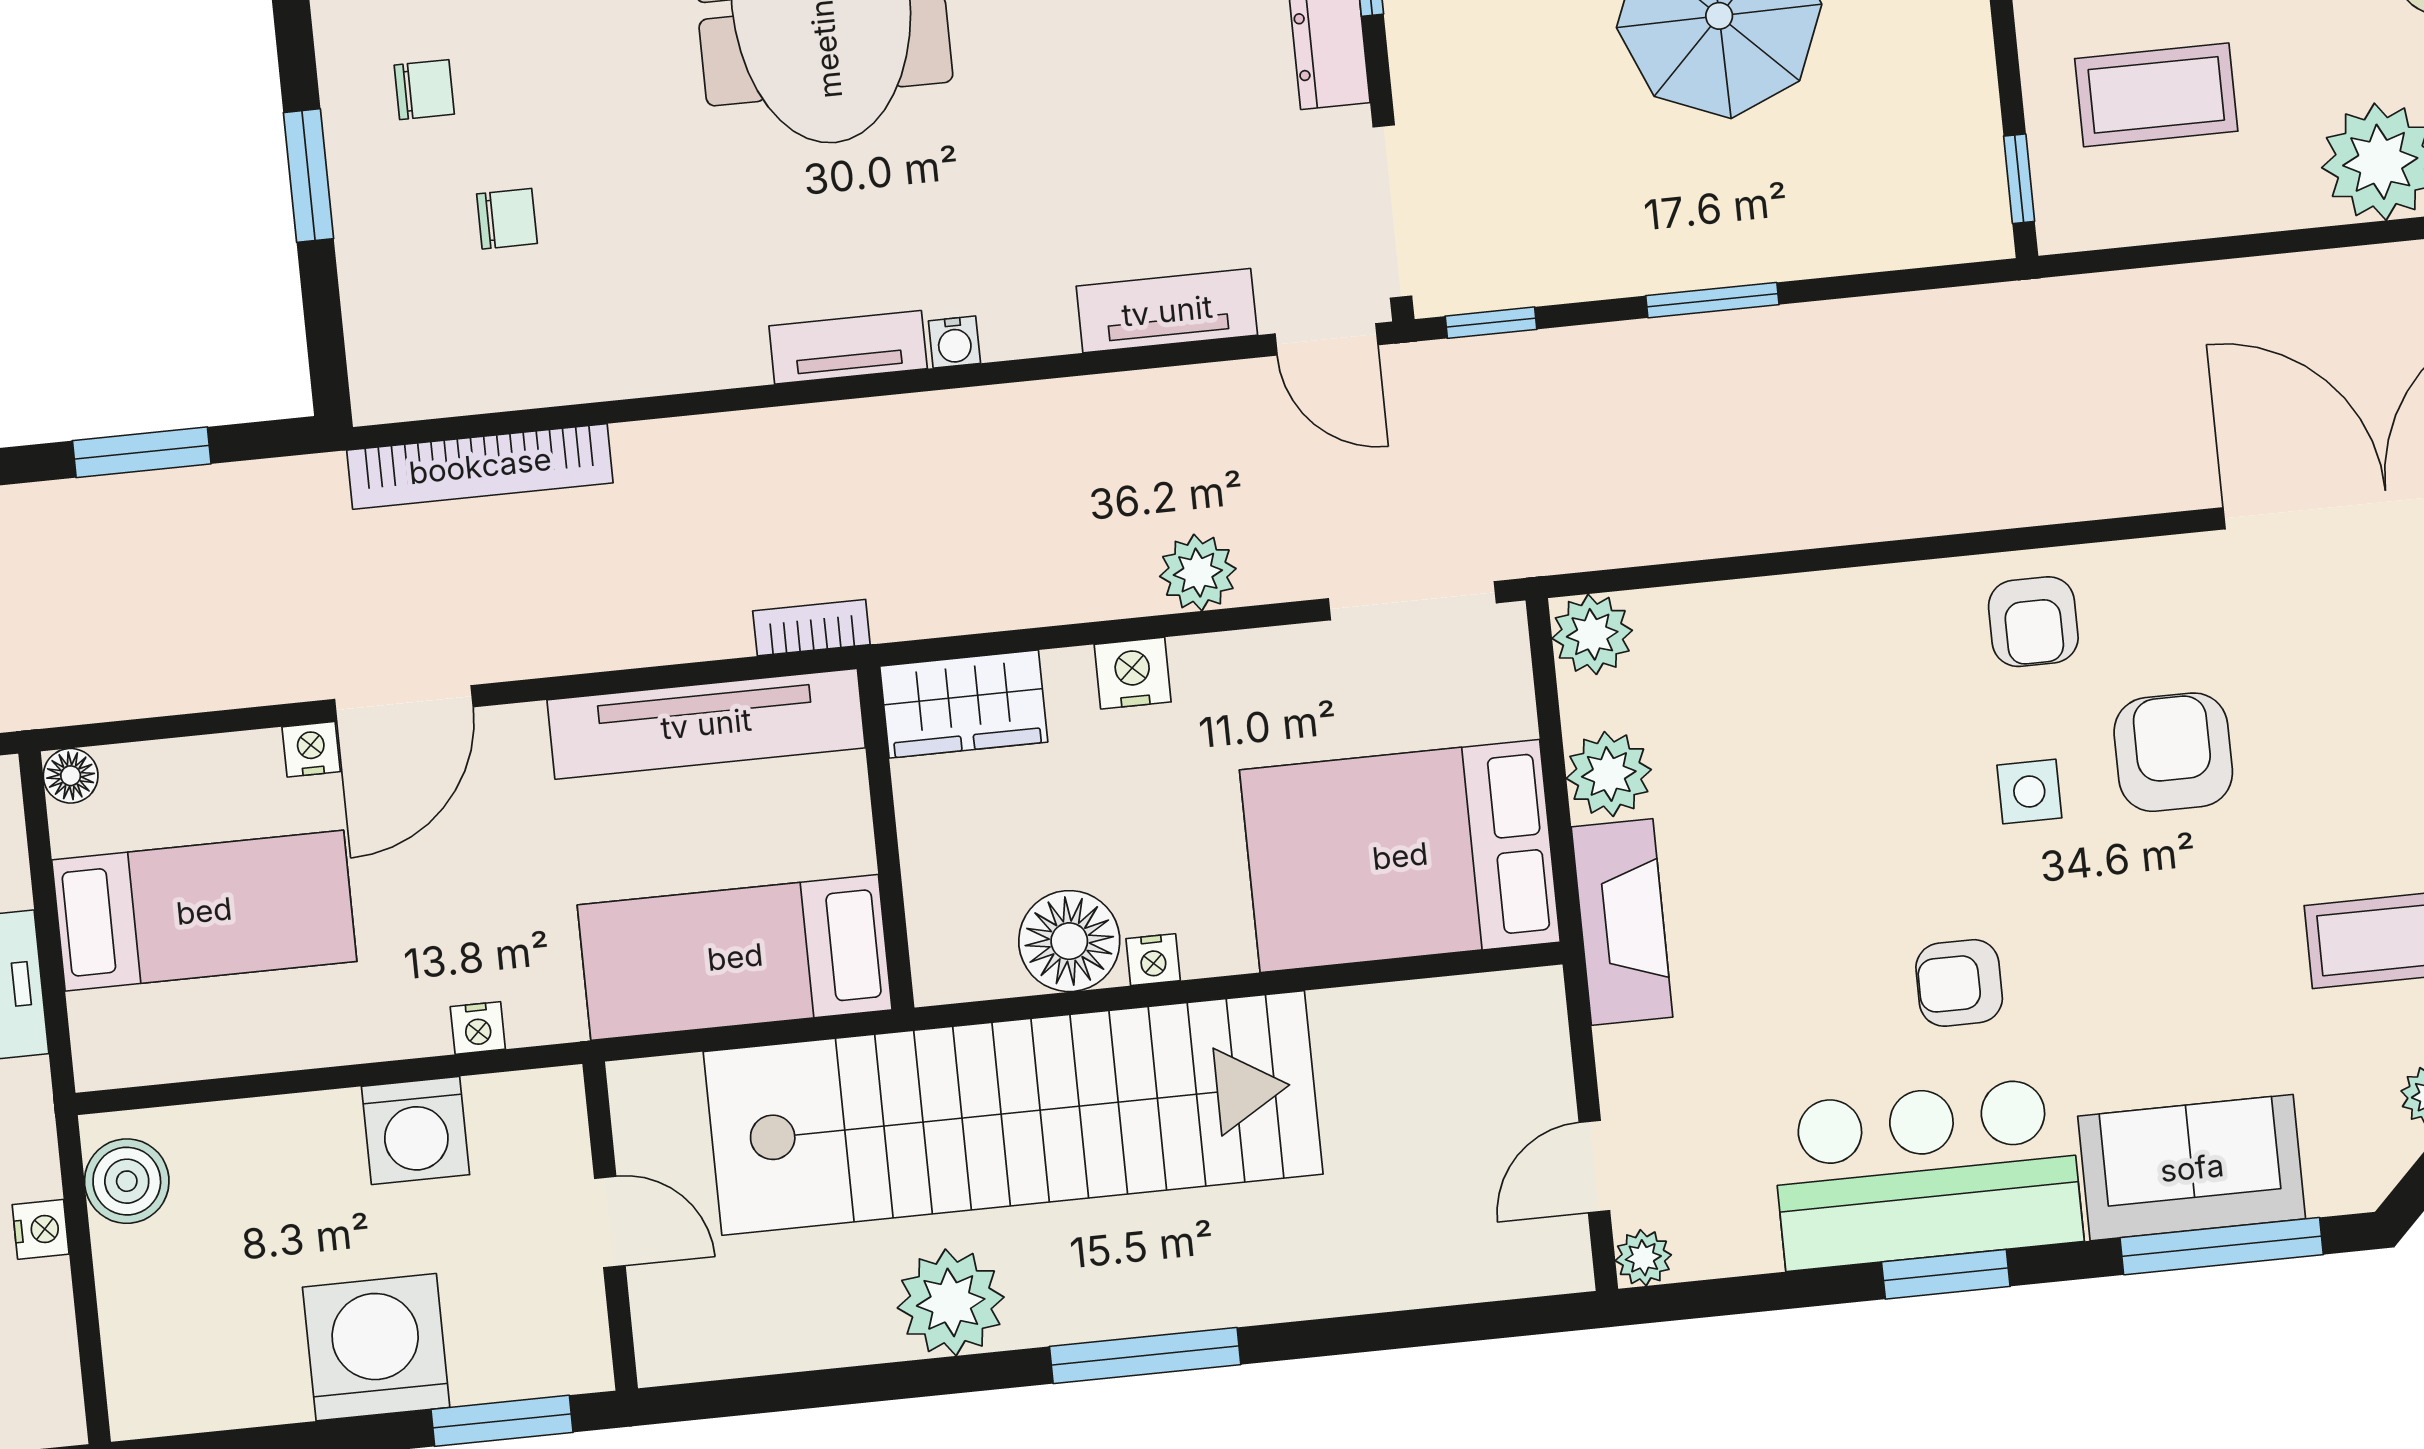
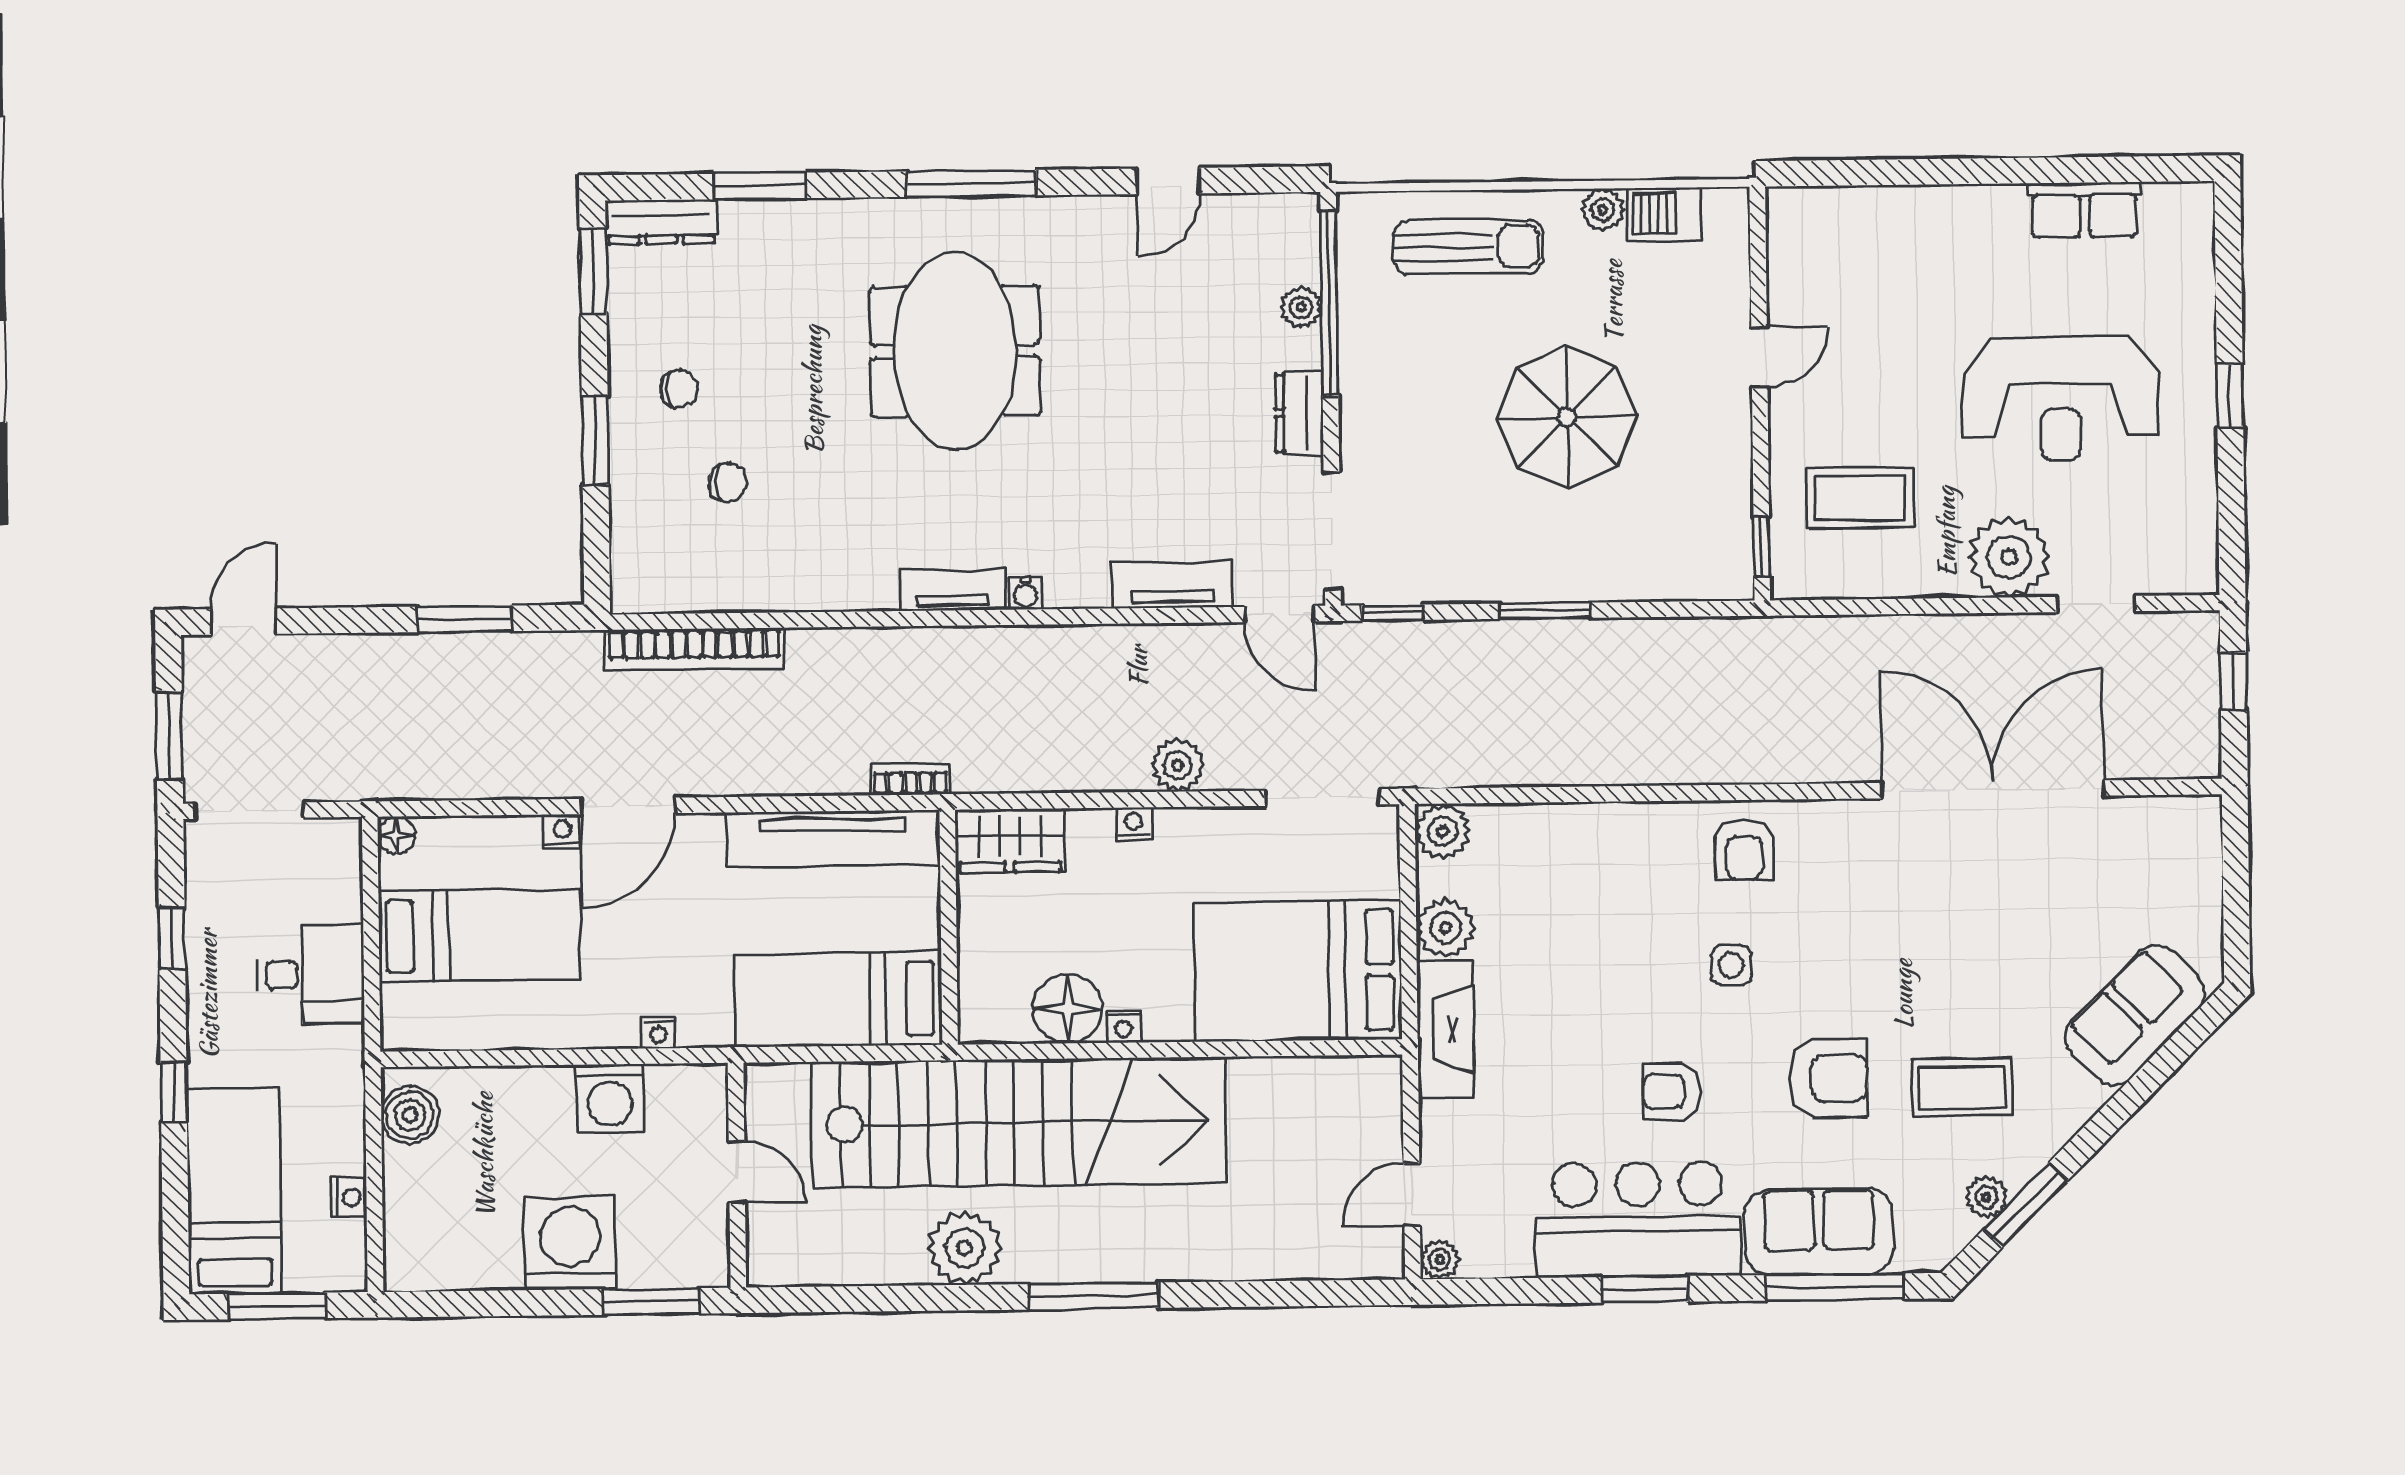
nightstand: (1133, 673) -> (1134, 824), width x0.72, depth x0.74
armchair: (2173, 752) -> (1828, 1078), moved, turned 90
nightstand: (41, 1229) -> (349, 1197), moved

